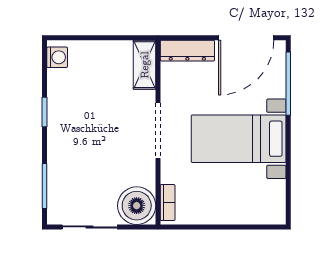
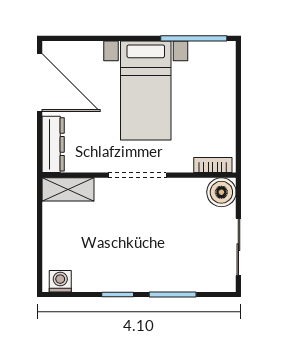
window: (288, 84) -> (194, 38), moved
window: (44, 186) -> (173, 294), moved
boiler: (137, 206) -> (221, 192), width x0.73, depth x0.73

